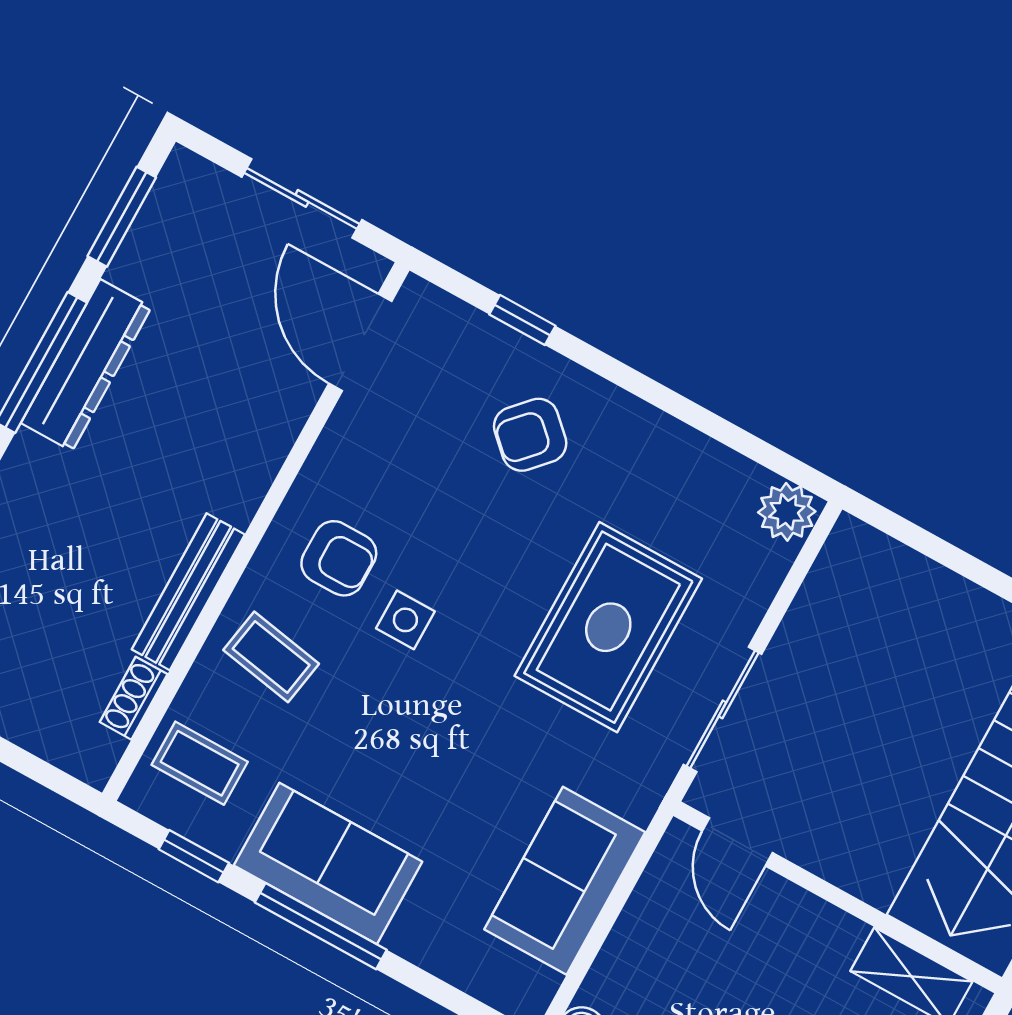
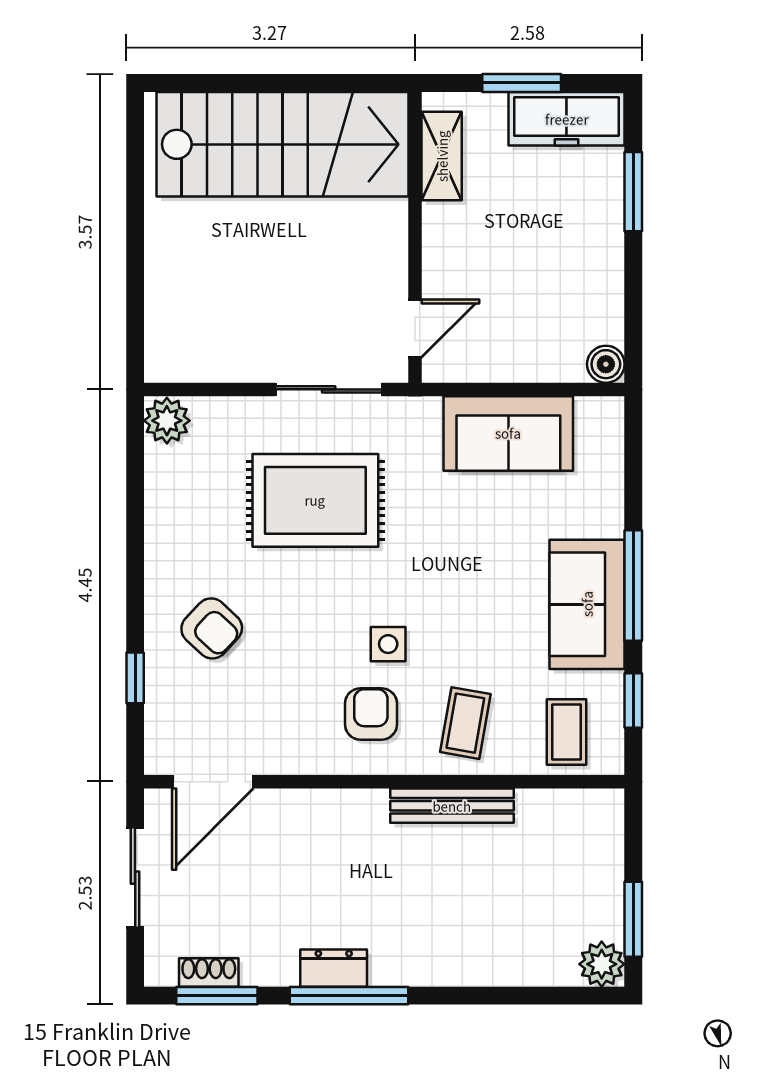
dresser: (86, 365) -> (334, 968), width x0.51, depth x0.80
shoe rack: (134, 698) -> (209, 972), moved, turned 180

